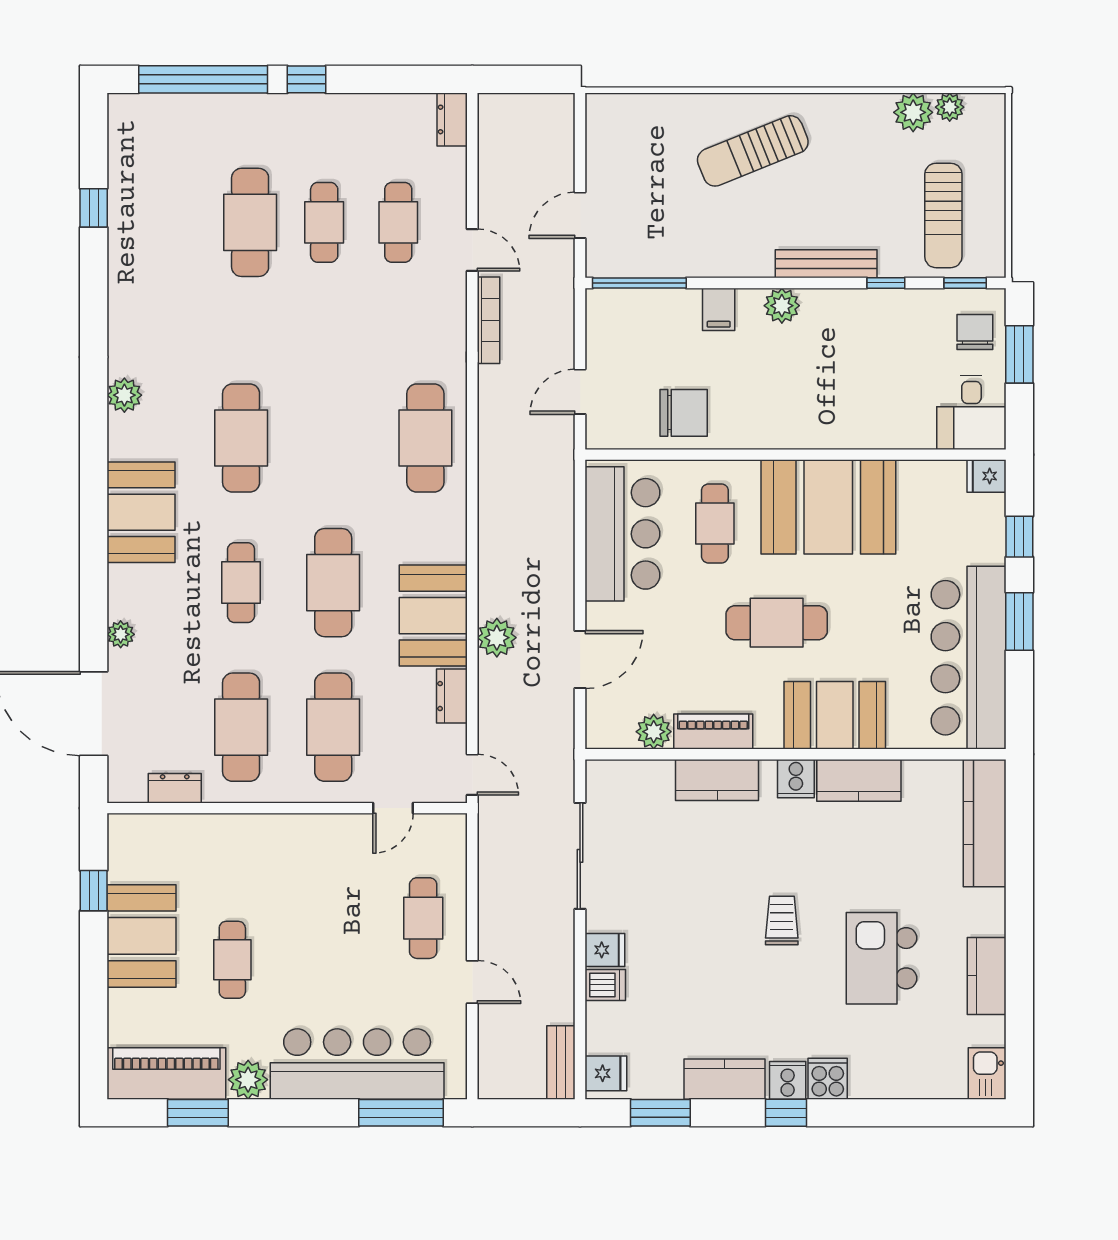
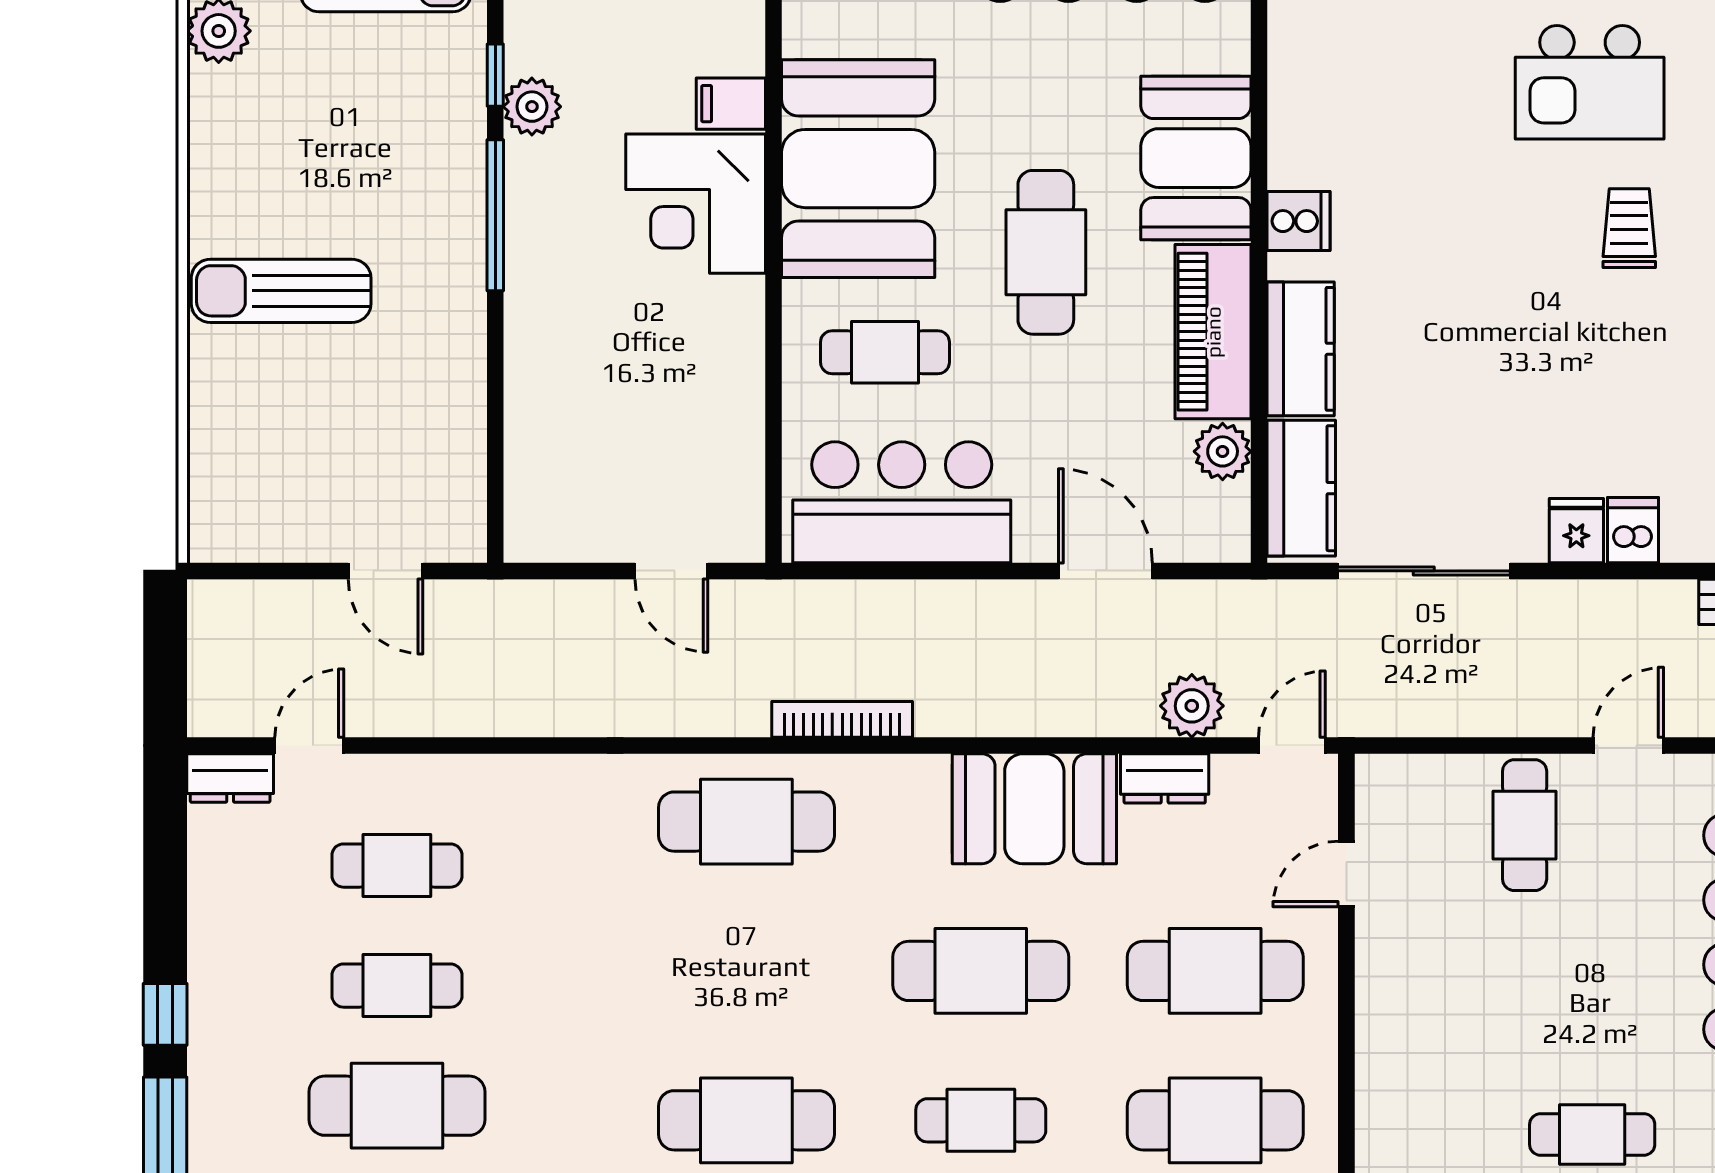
sun lounger: (753, 151) -> (281, 291), turned 112
door: (472, 250) -> (309, 746), moved
bench: (826, 264) -> (464, 172), removed
window: (639, 283) -> (495, 215), moved
plant: (782, 306) -> (532, 107), moved
filing cabinet: (719, 309) -> (731, 104), moved, turned 180
bookcase: (488, 320) -> (842, 719), moved
corner desk: (807, 407) -> (696, 204), added
chair: (684, 413) -> (706, 403), removed
plant: (497, 638) -> (1192, 706), moved
piano: (713, 732) -> (1213, 332), width x1.37, depth x1.33
kitchen counter: (859, 780) -> (1301, 488), moved
door: (393, 808) -> (1346, 874), swing flipped
cafe table: (423, 918) -> (1525, 825), turned 90
trolley: (782, 920) -> (1629, 228), moved, turned 90

